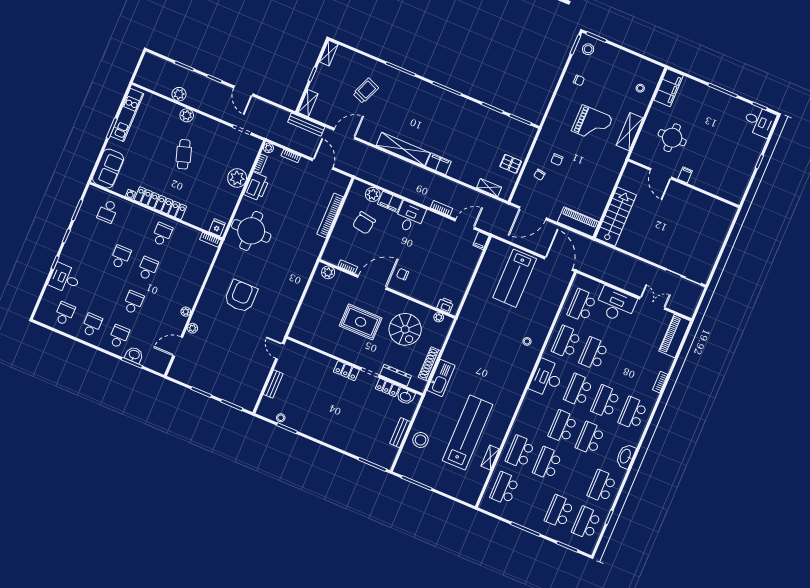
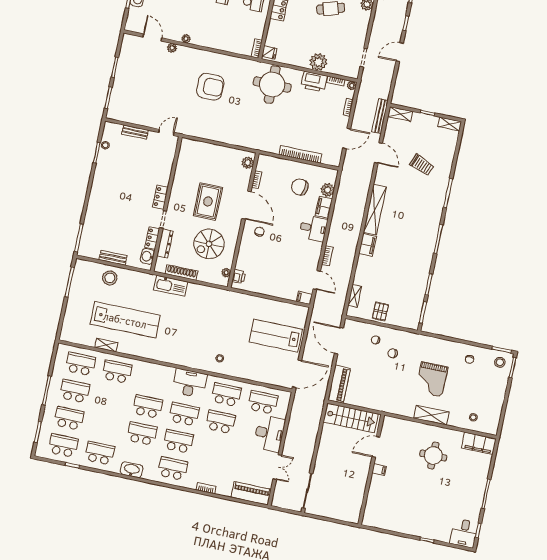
door: (661, 174) -> (376, 447), moved
filing cabinet: (685, 175) -> (379, 469), moved
wall: (684, 183) -> (371, 470), moved
school desk: (547, 463) -> (75, 391), moved

